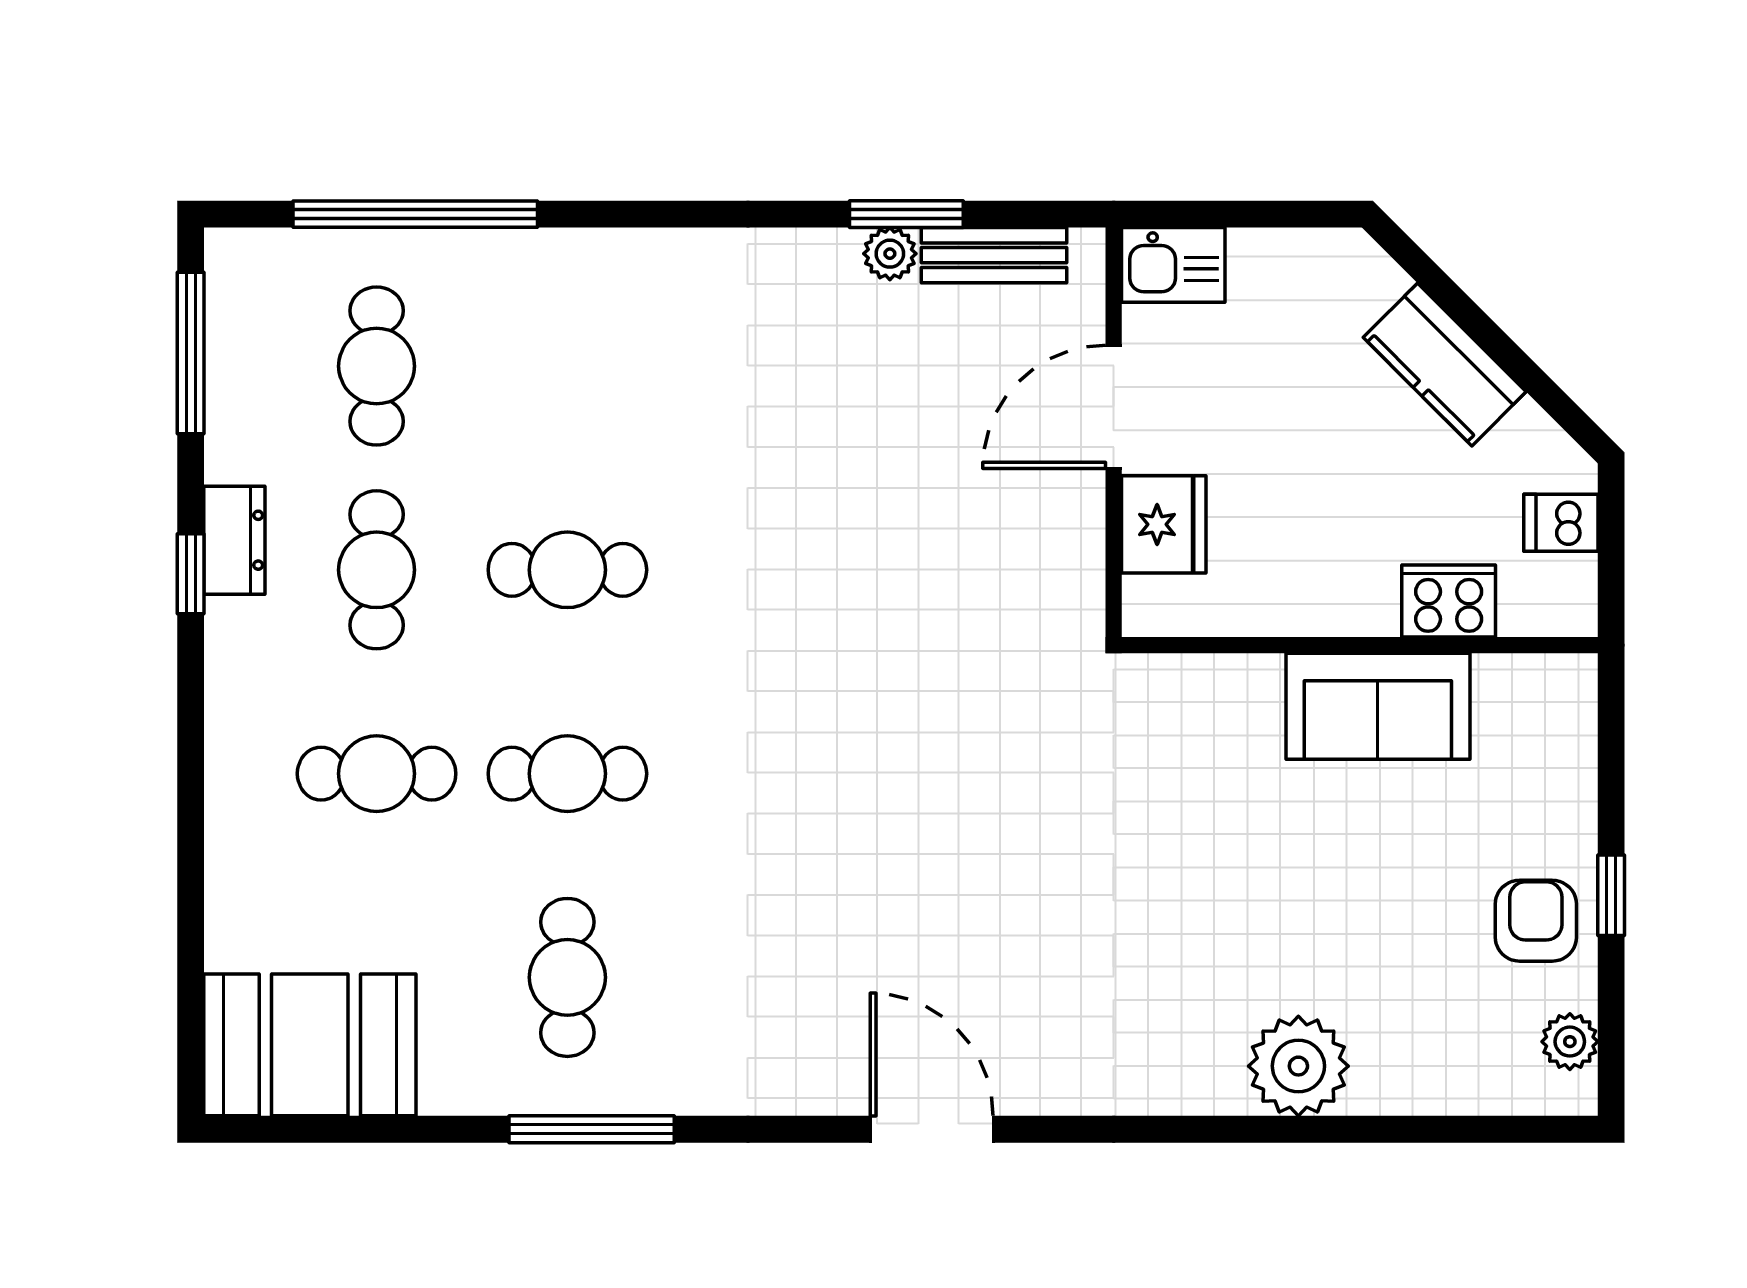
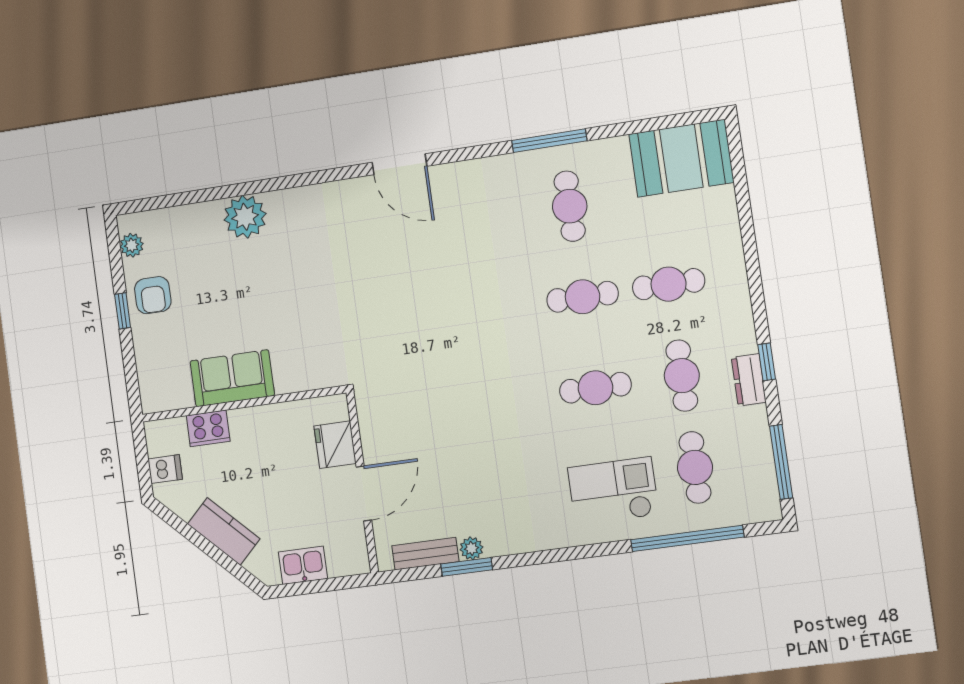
kitchen sink: (1173, 265) -> (303, 565), moved
checkout: (561, 338) -> (613, 491), added

